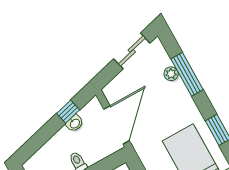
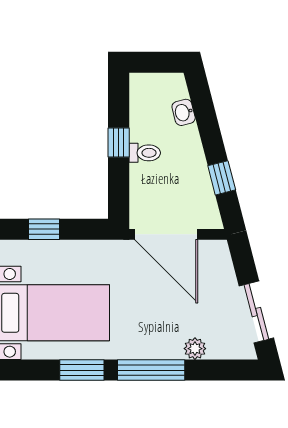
window: (187, 74) -> (151, 370), moved
washbasin: (75, 123) -> (184, 112), moved

